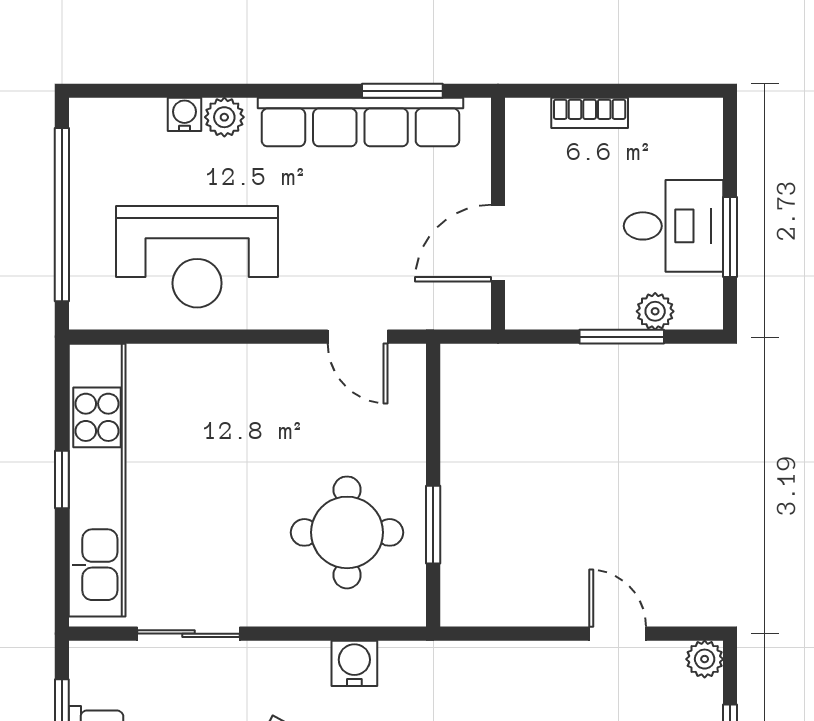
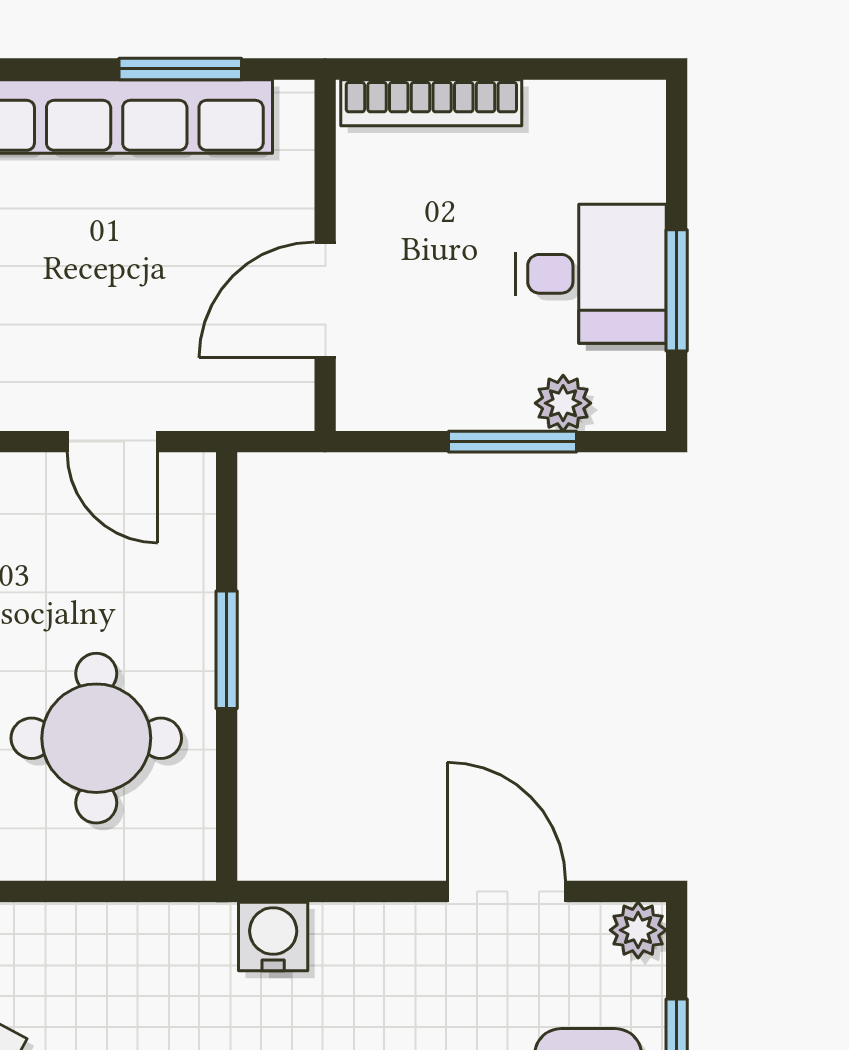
bookcase: (590, 113) -> (431, 103), width x1.56
window: (433, 525) -> (227, 650), moved
door: (618, 634) -> (506, 892), width x1.38
water cooler: (354, 663) -> (273, 937), moved

